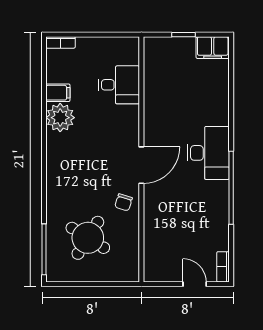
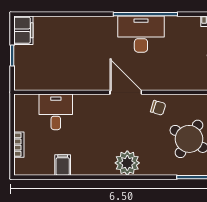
bookcase: (61, 42) -> (19, 145), moved
plant: (60, 118) -> (127, 163), moved
desk: (208, 153) -> (141, 34), moved

